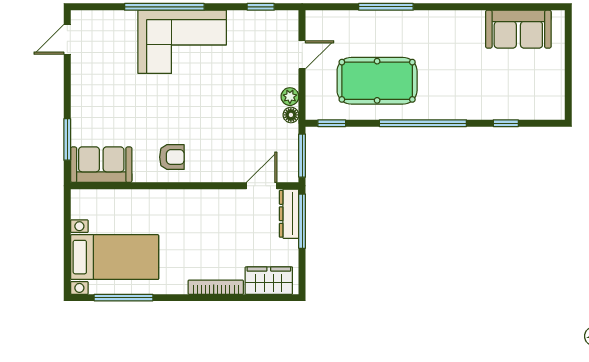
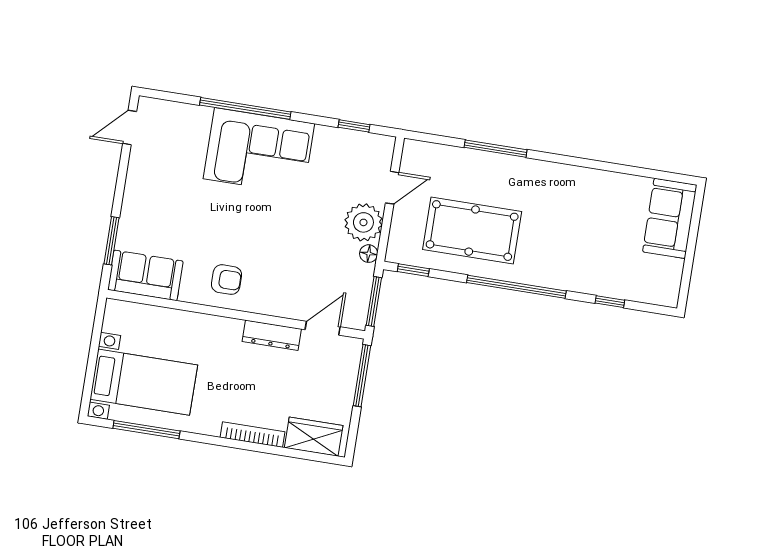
sofa: (518, 29) -> (670, 218), moved, turned 90
plant: (290, 97) -> (363, 222), width x1.88, depth x1.88
dresser: (289, 214) -> (272, 335), moved, turned -90

